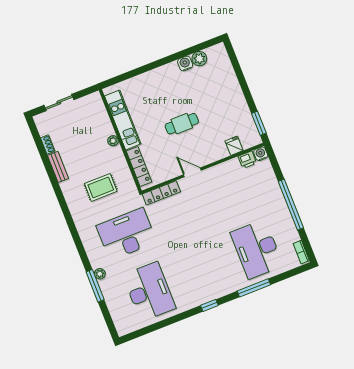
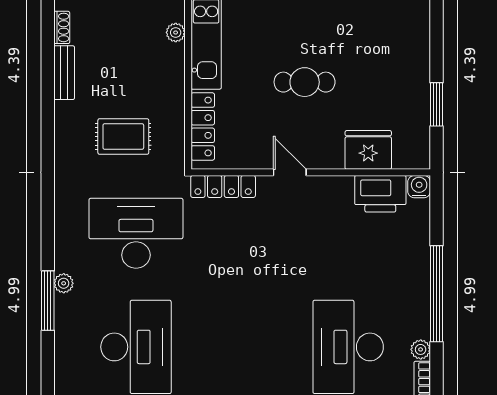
window: (259, 123) -> (436, 104), moved
plant: (113, 141) -> (176, 33), moved
fridge: (234, 146) -> (368, 150), width x1.88, depth x1.34
printer: (247, 160) -> (380, 194), width x1.87, depth x1.48
plant: (294, 236) -> (421, 349), added

